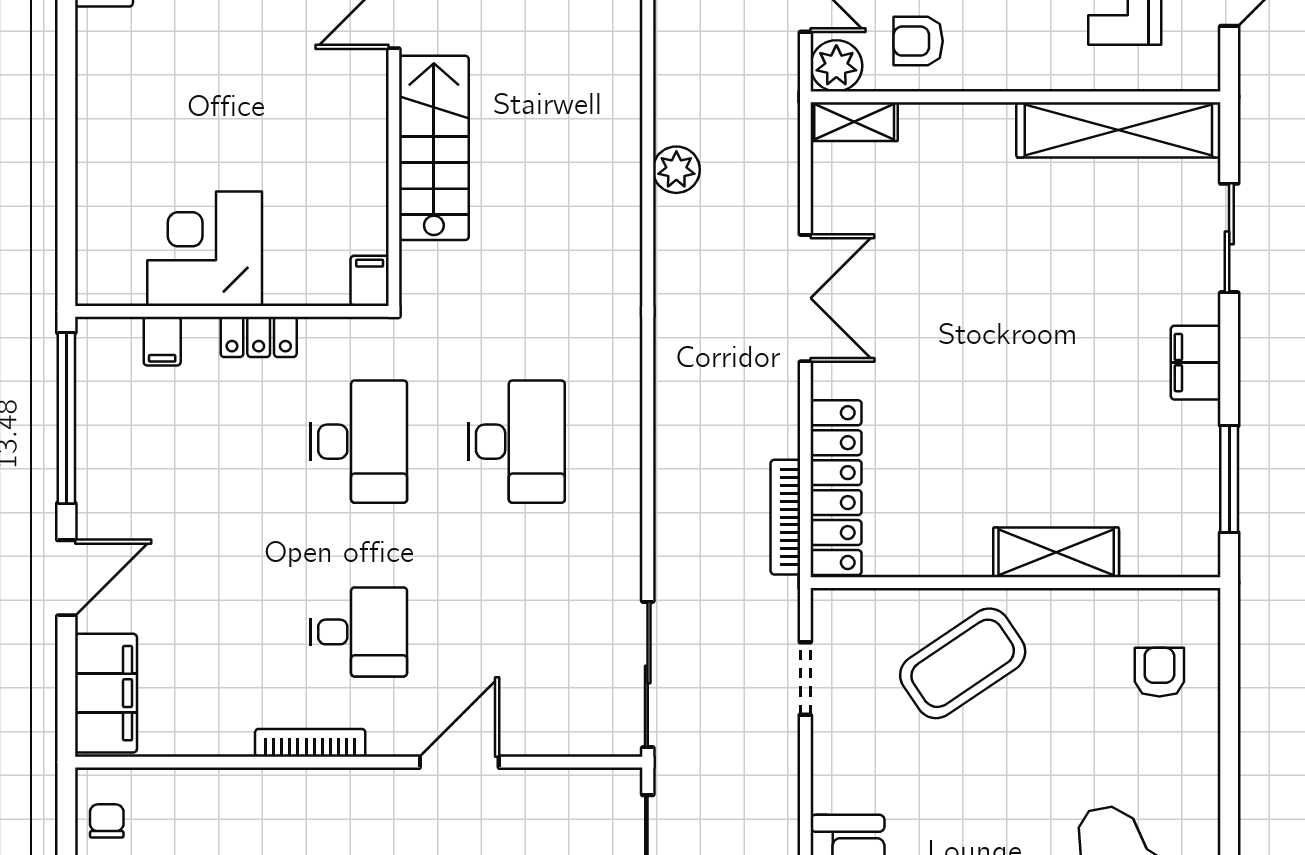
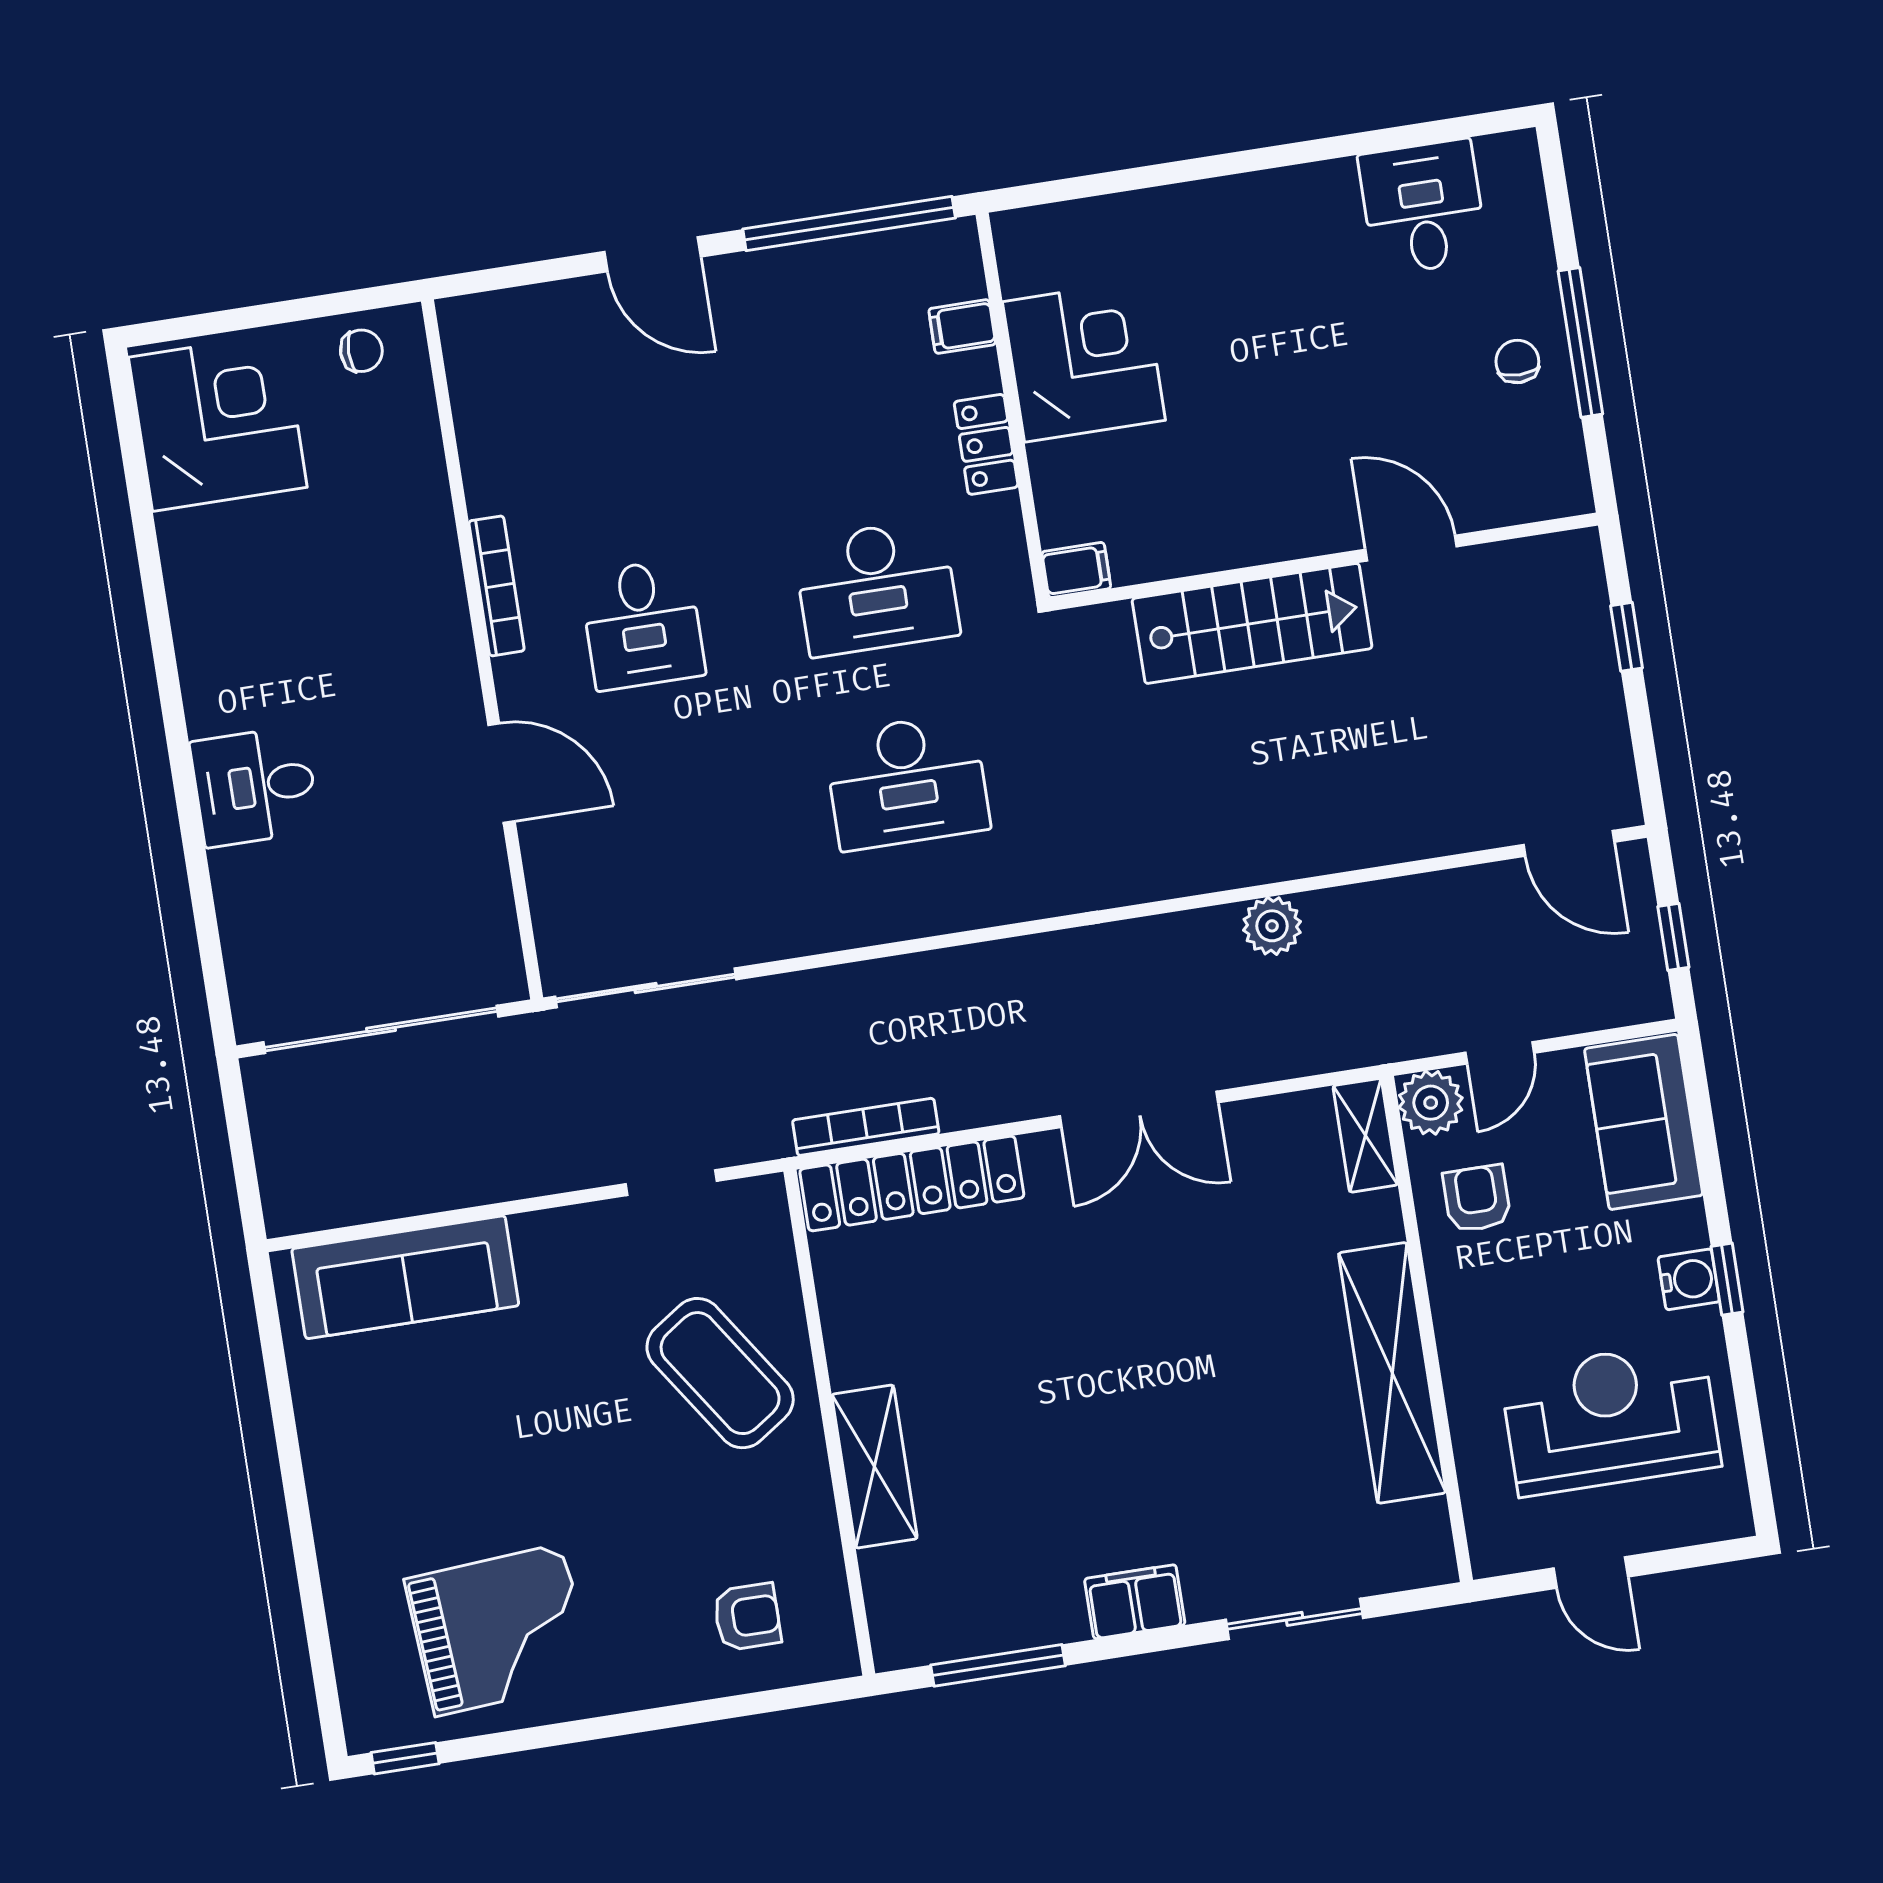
shelving: (1118, 130) -> (1392, 1373), moved
filing cabinet: (106, 693) -> (518, 325), removed

